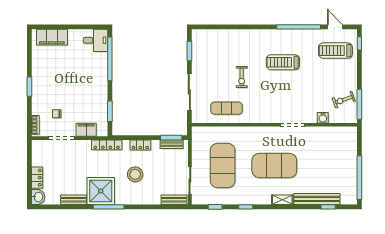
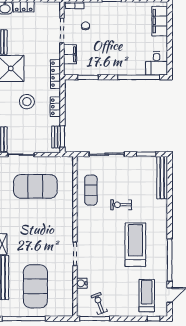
bench: (214, 35) -> (162, 178), added
treadmill: (283, 62) -> (135, 245), width x1.37, depth x1.38
exercise mat: (274, 166) -> (35, 286), moved

